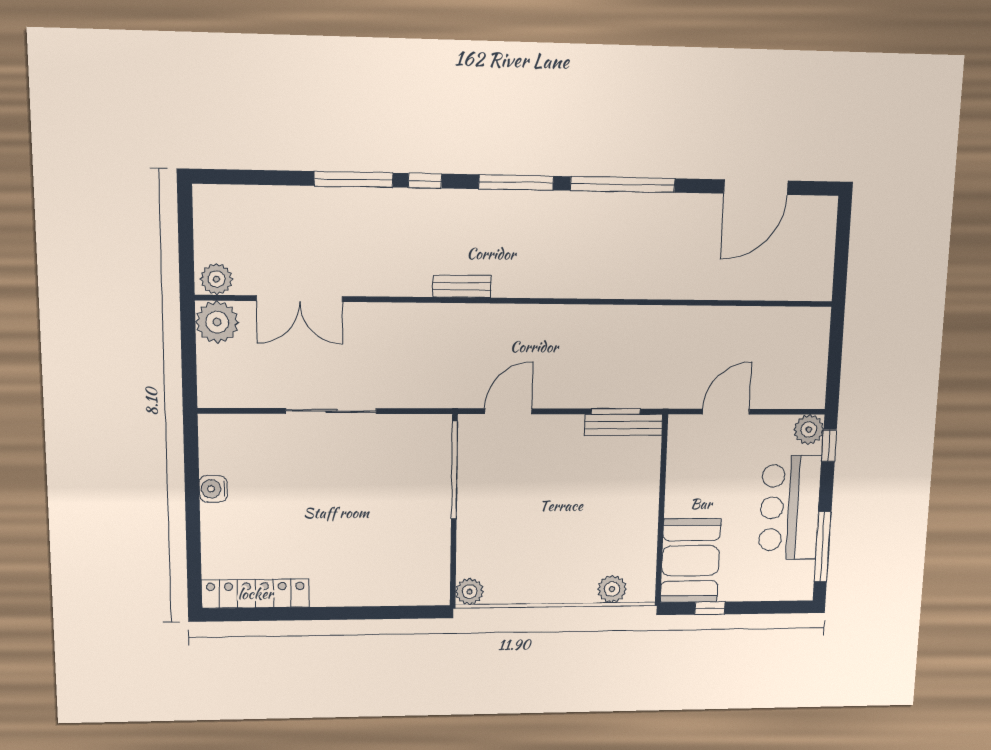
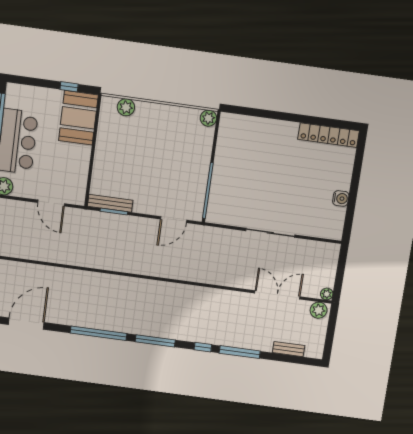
bench: (462, 286) -> (289, 349), moved
plant: (217, 322) -> (327, 294), width x0.53, depth x0.53
door: (726, 412) -> (51, 203), hinge flipped

